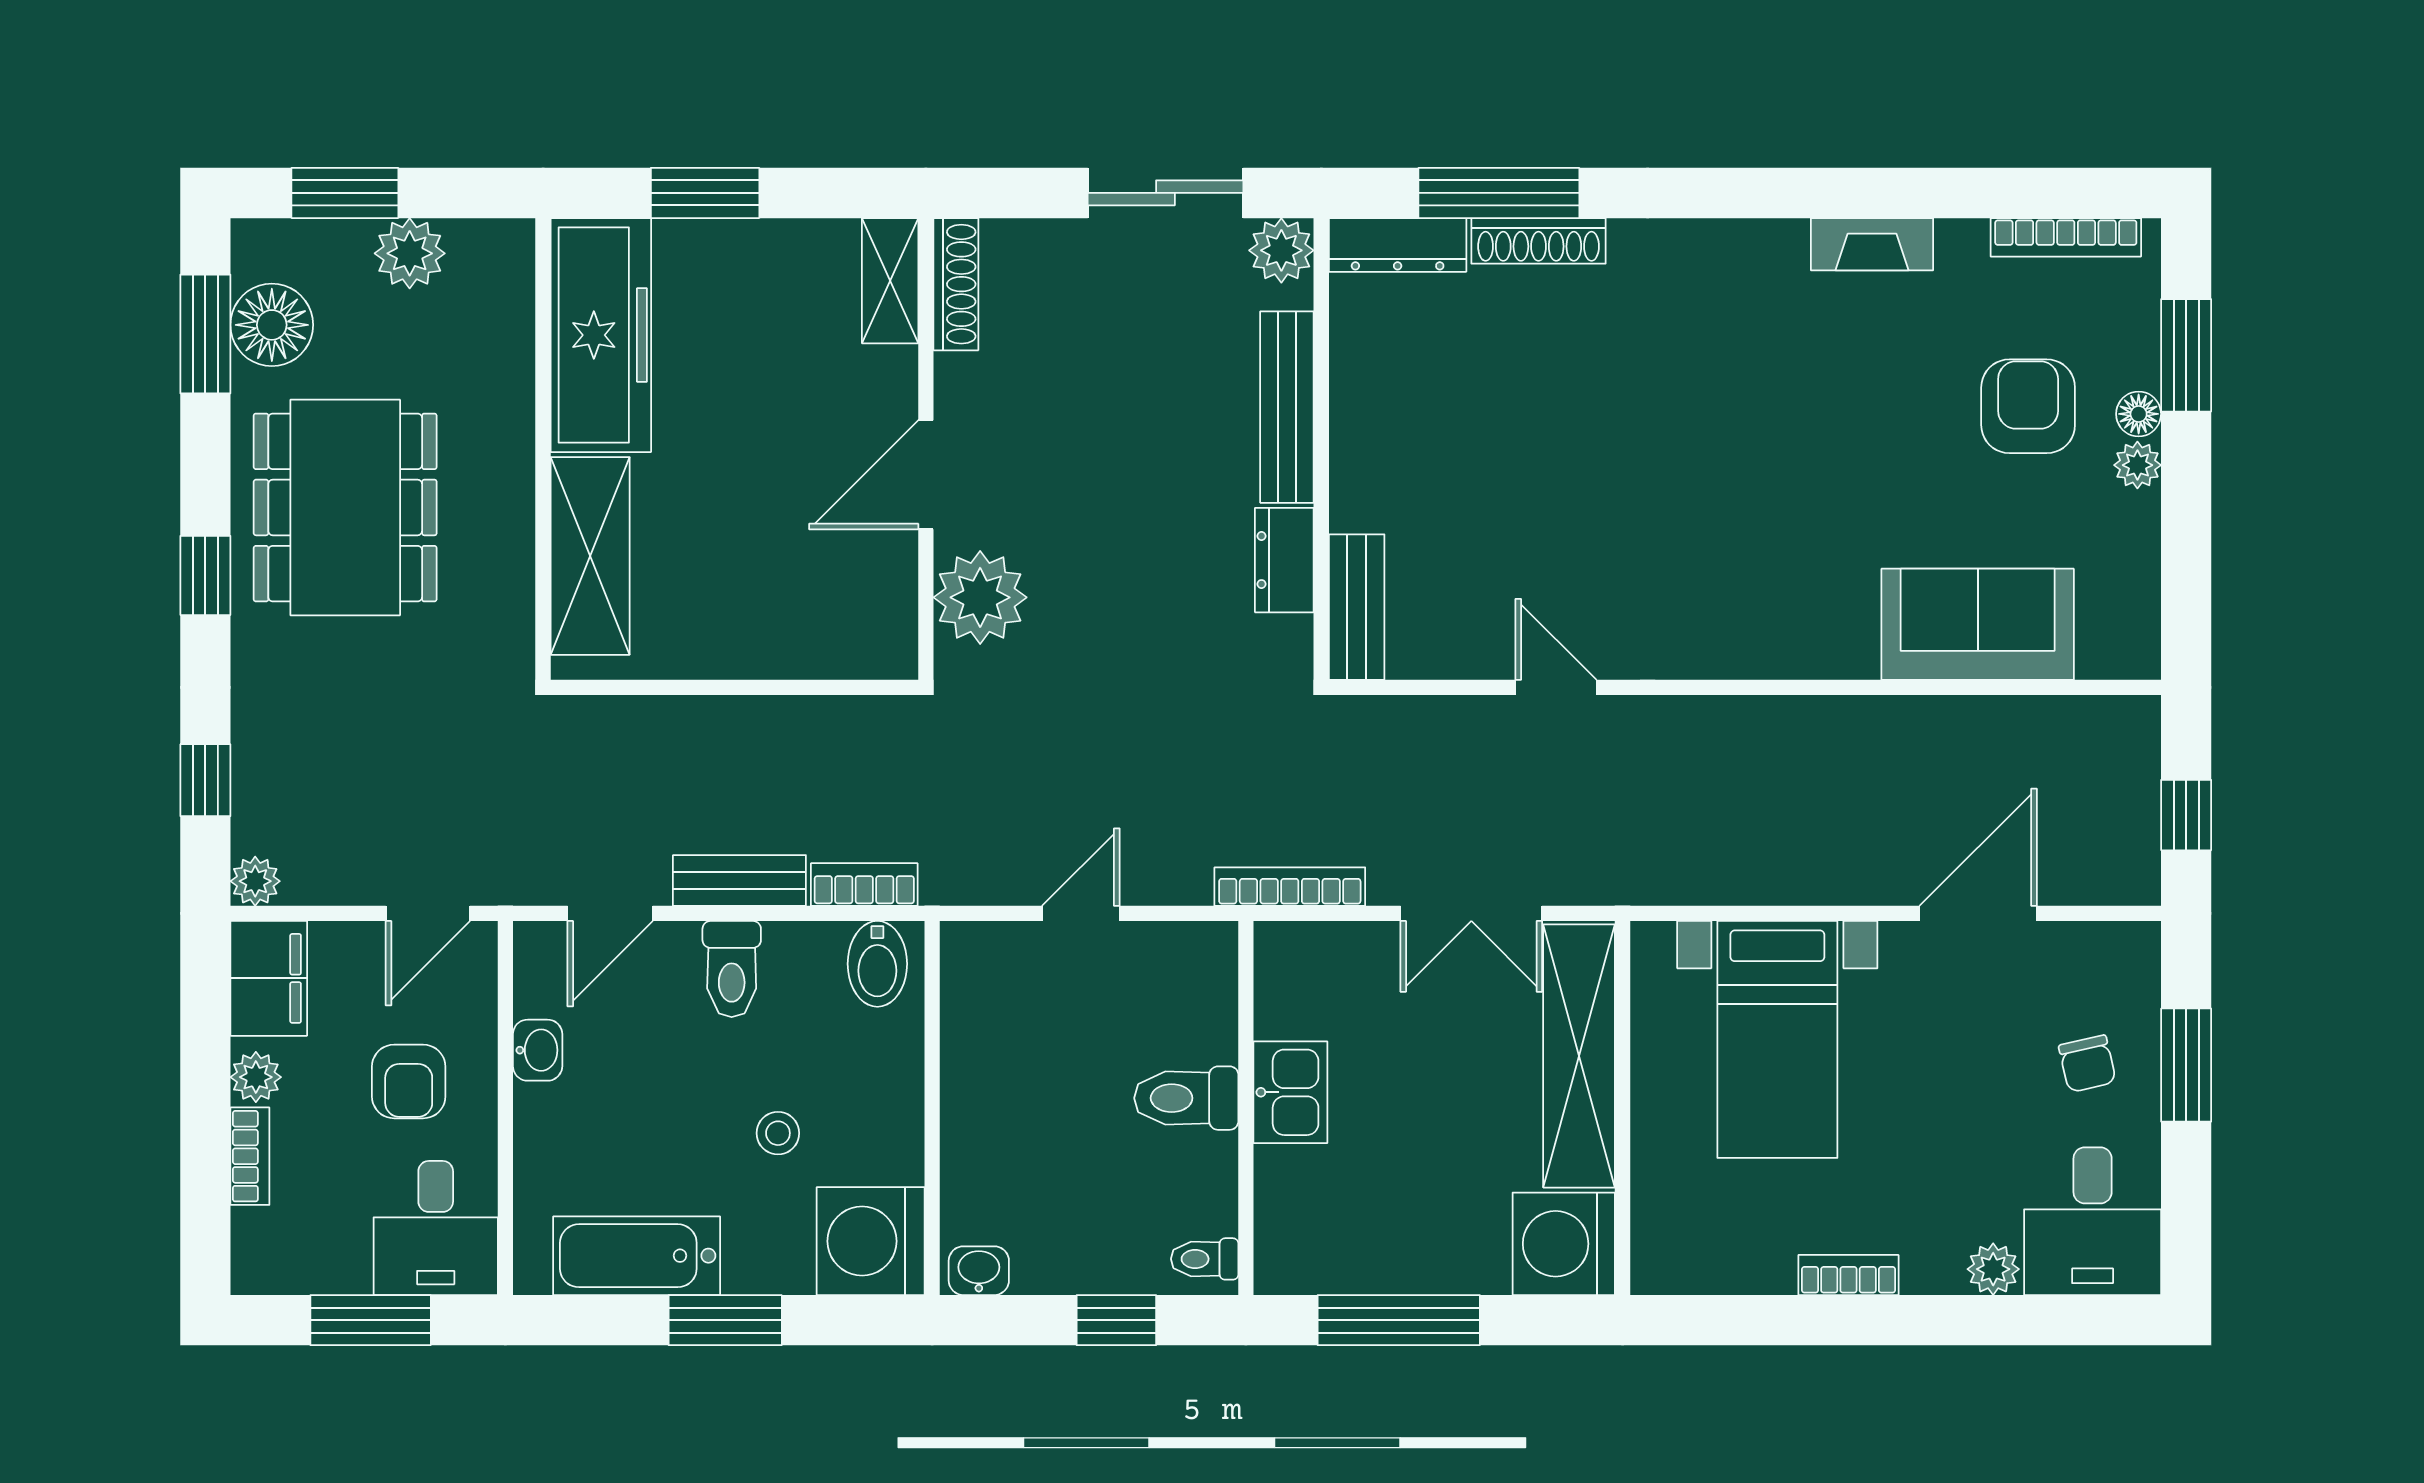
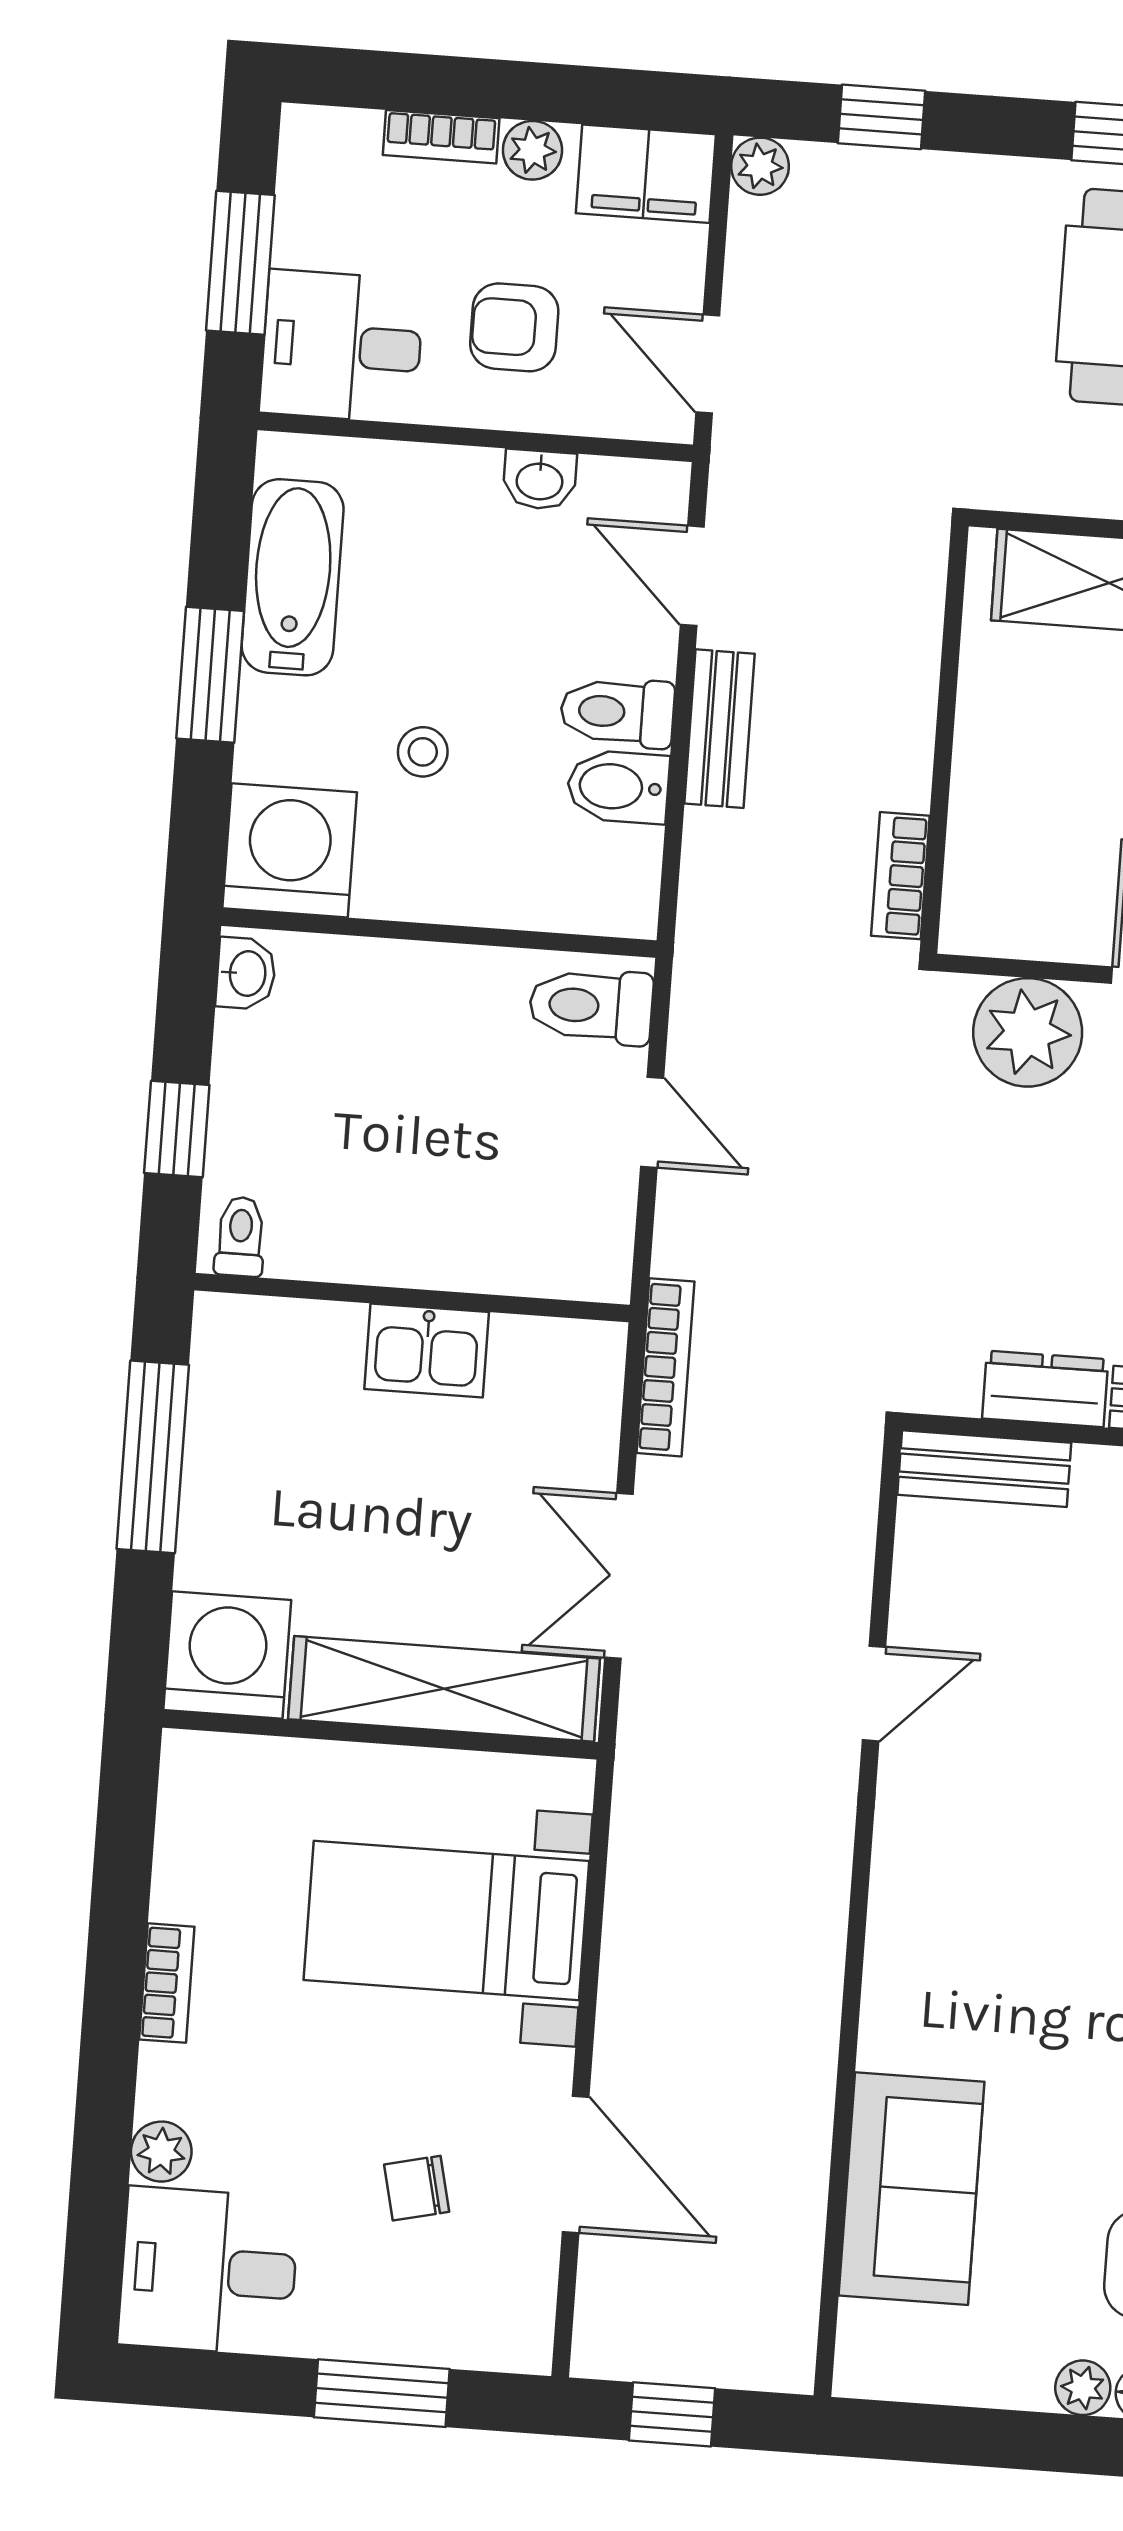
bookcase: (864, 885) -> (900, 876), moved, turned 180
bidet: (877, 964) -> (618, 787), moved
chair: (2087, 1064) -> (417, 2188), moved
toilet: (1186, 1098) -> (591, 1006), moved, turned -90

